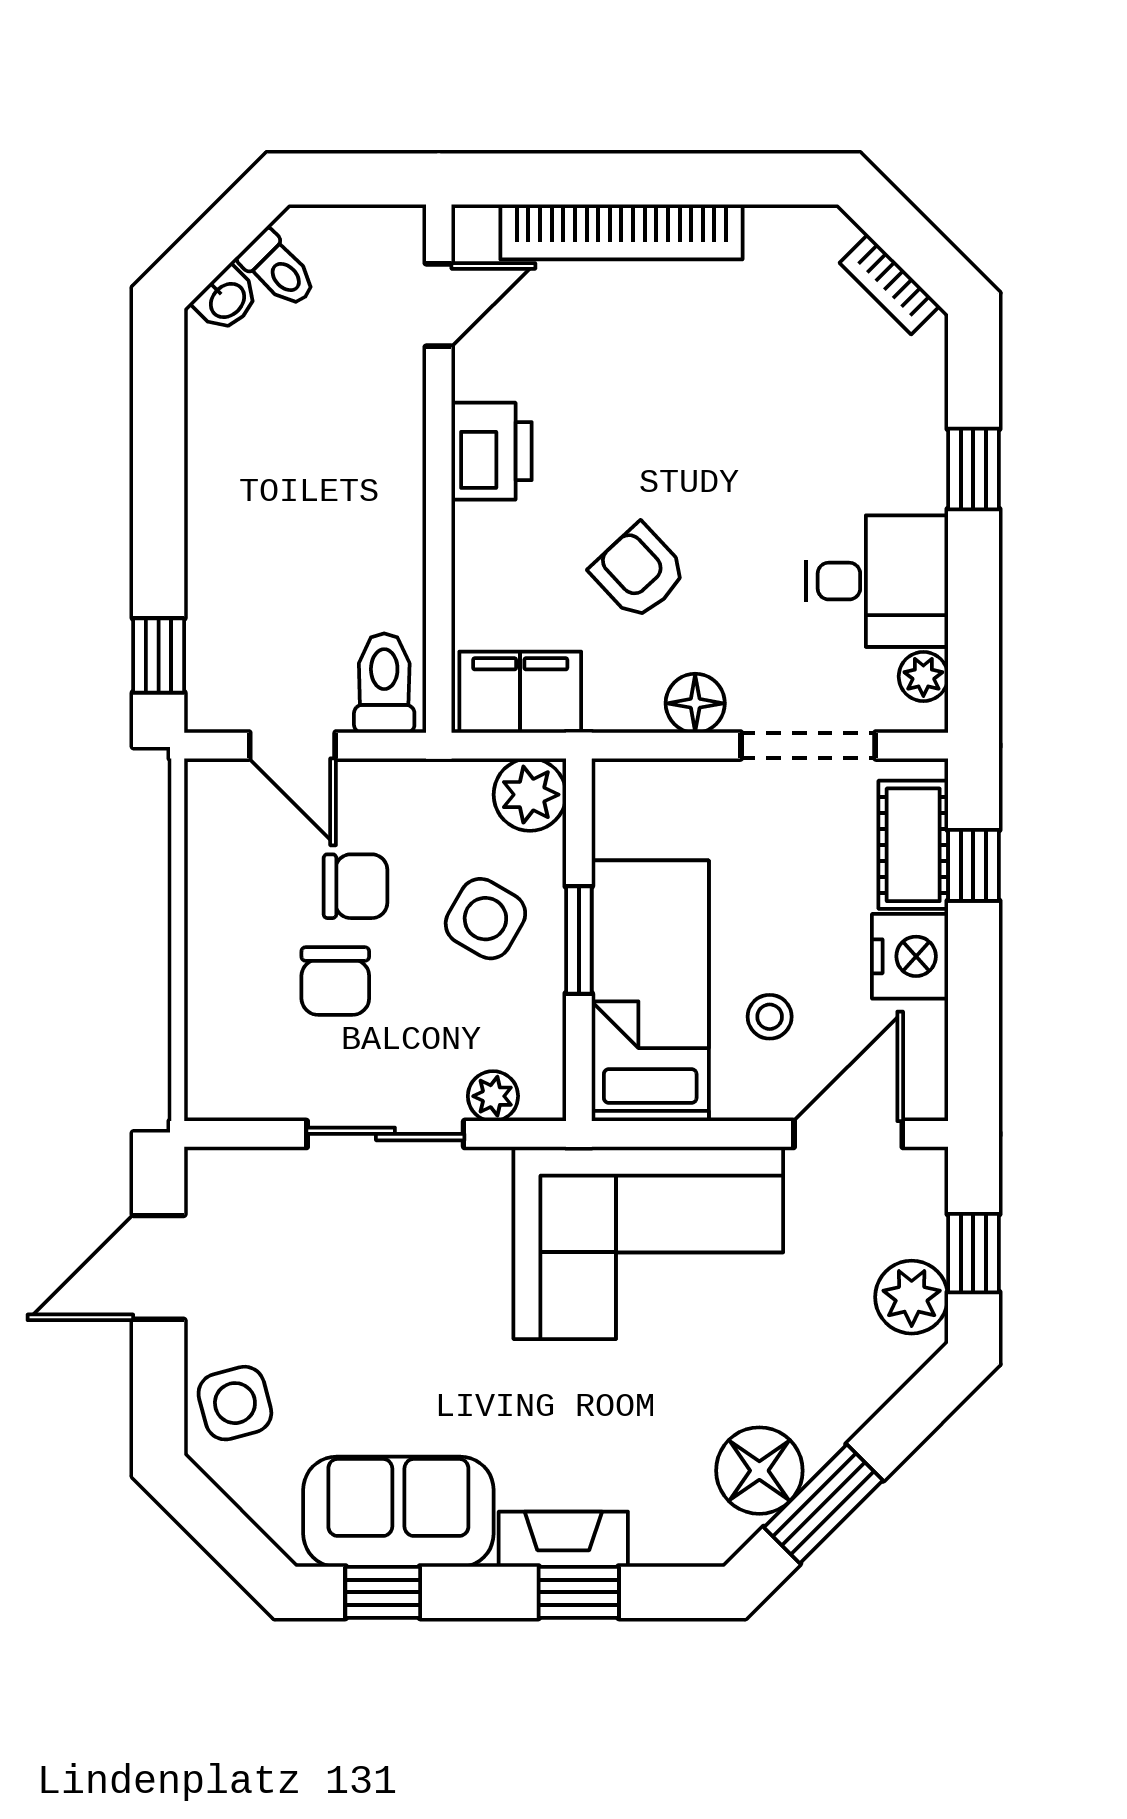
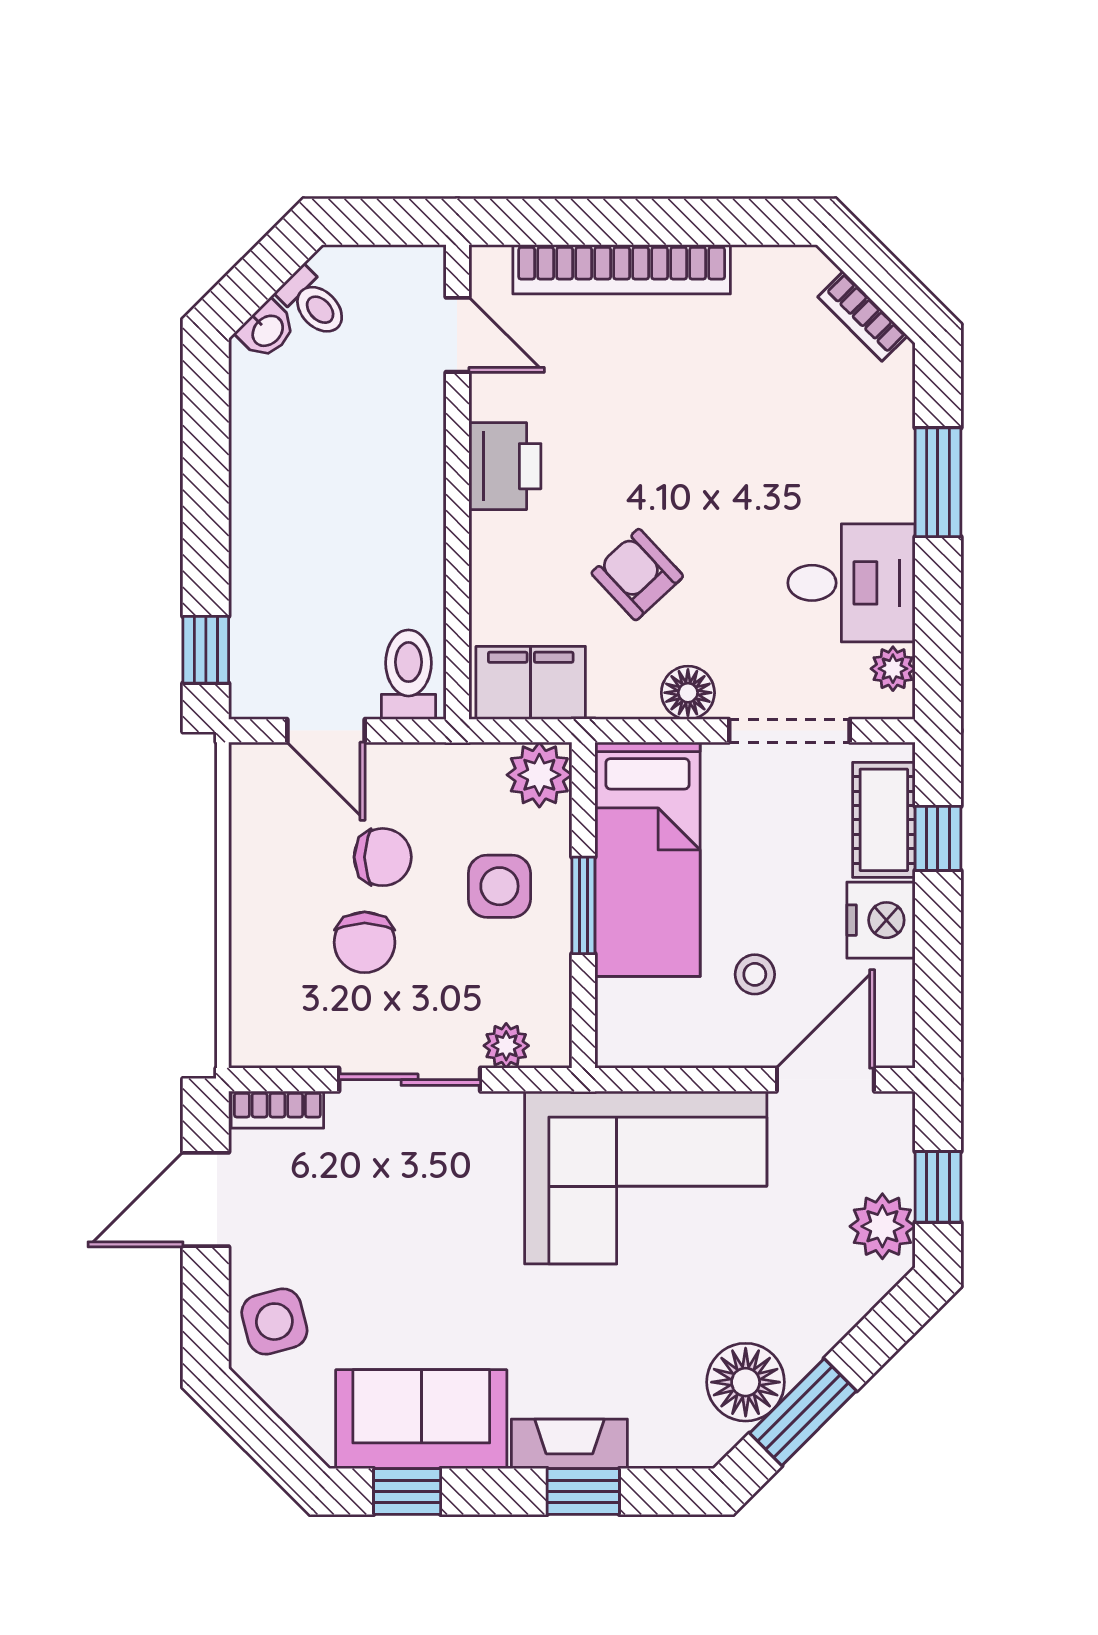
door: (439, 305) -> (457, 335), hinge flipped
window: (973, 469) -> (938, 482), width x1.50
side table: (485, 919) -> (499, 886), turned -30
bed: (650, 991) -> (647, 859), moved, turned 180
bookcase: (238, 1167) -> (277, 1110), added

